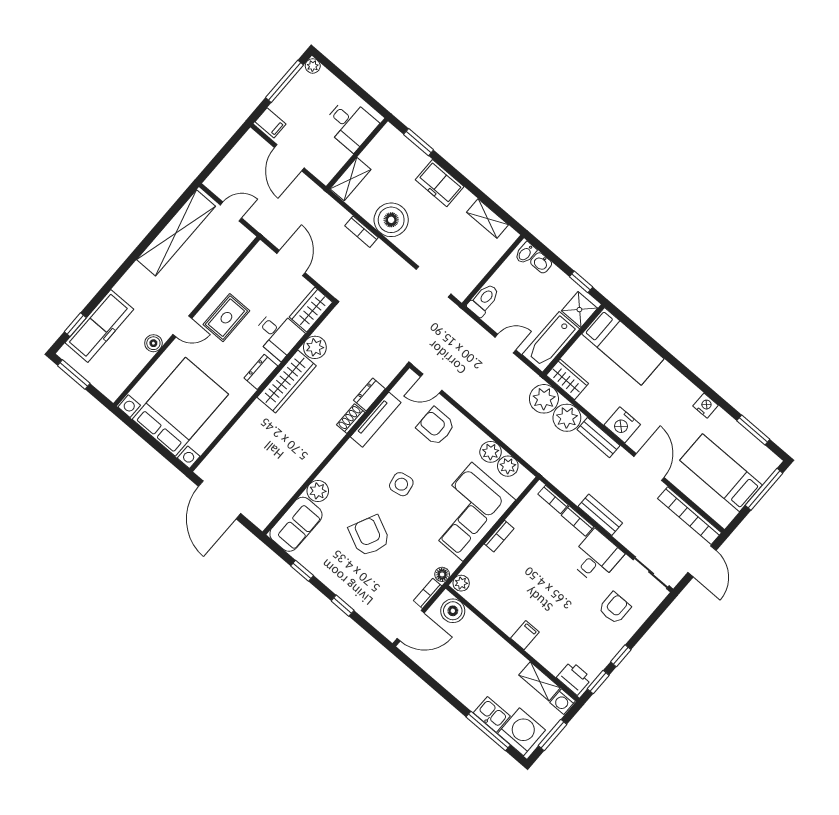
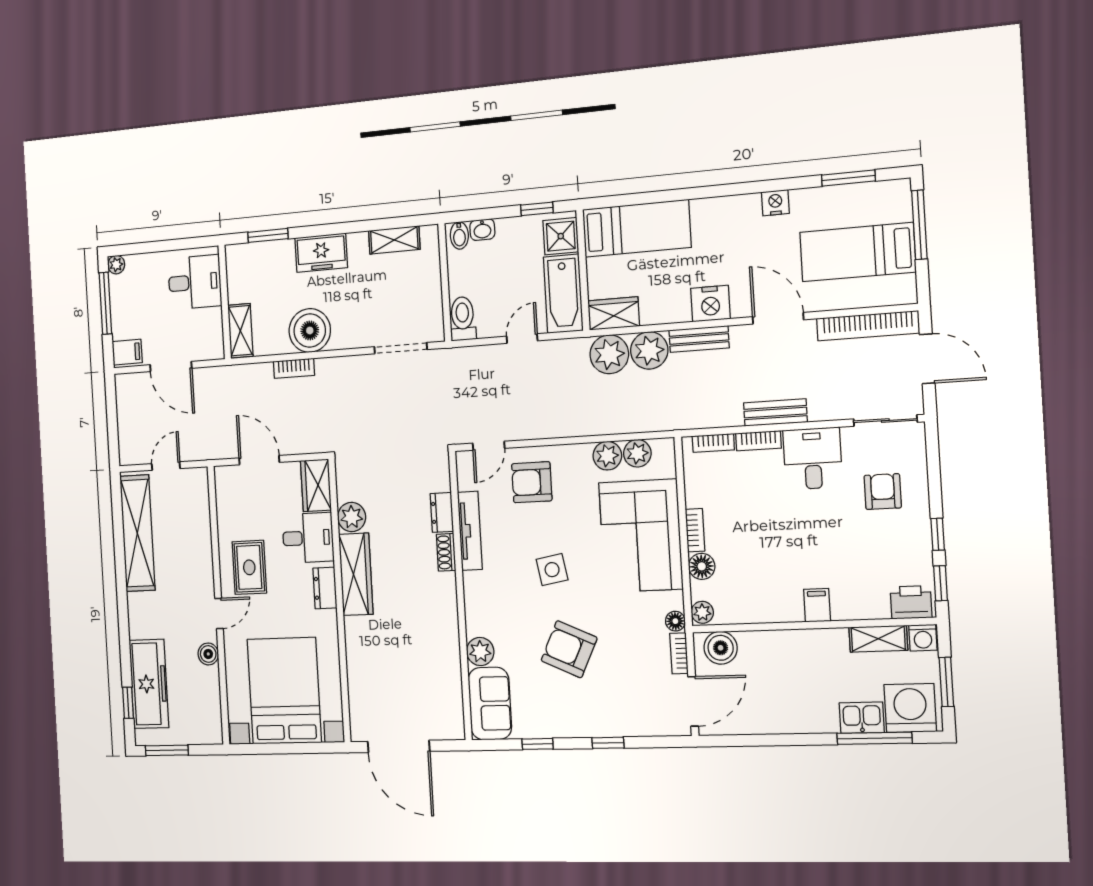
floor lamp: (484, 559) -> (702, 566), added

